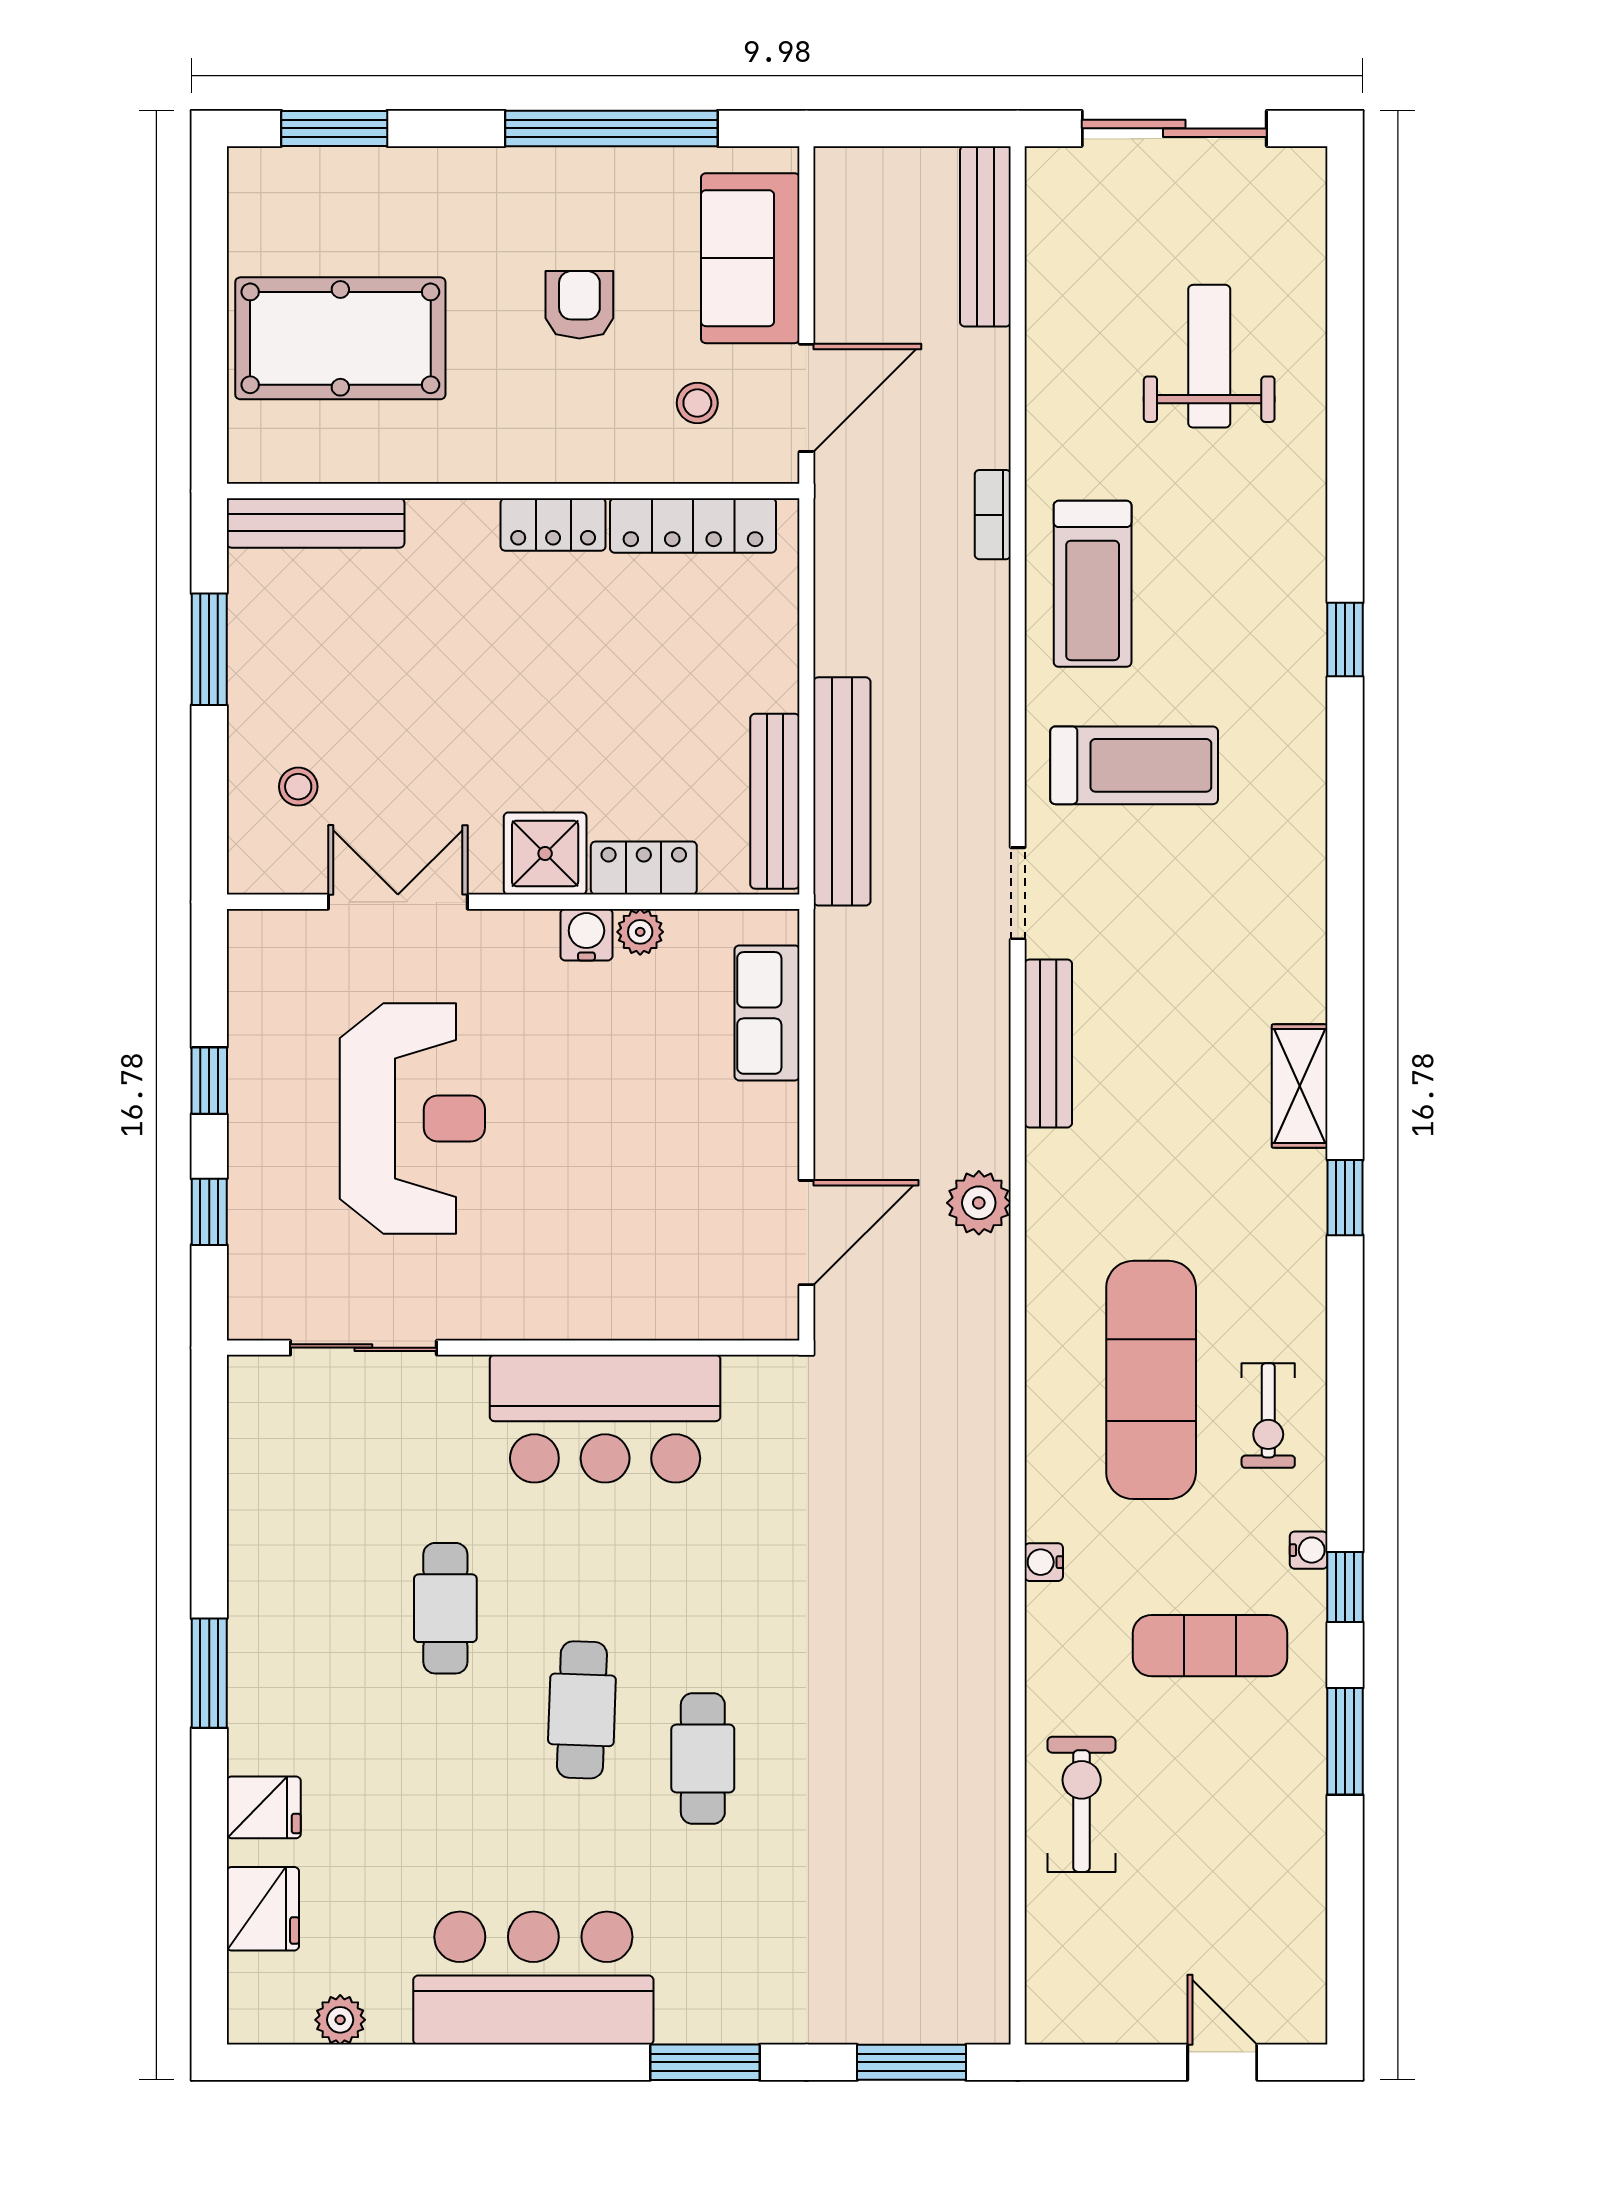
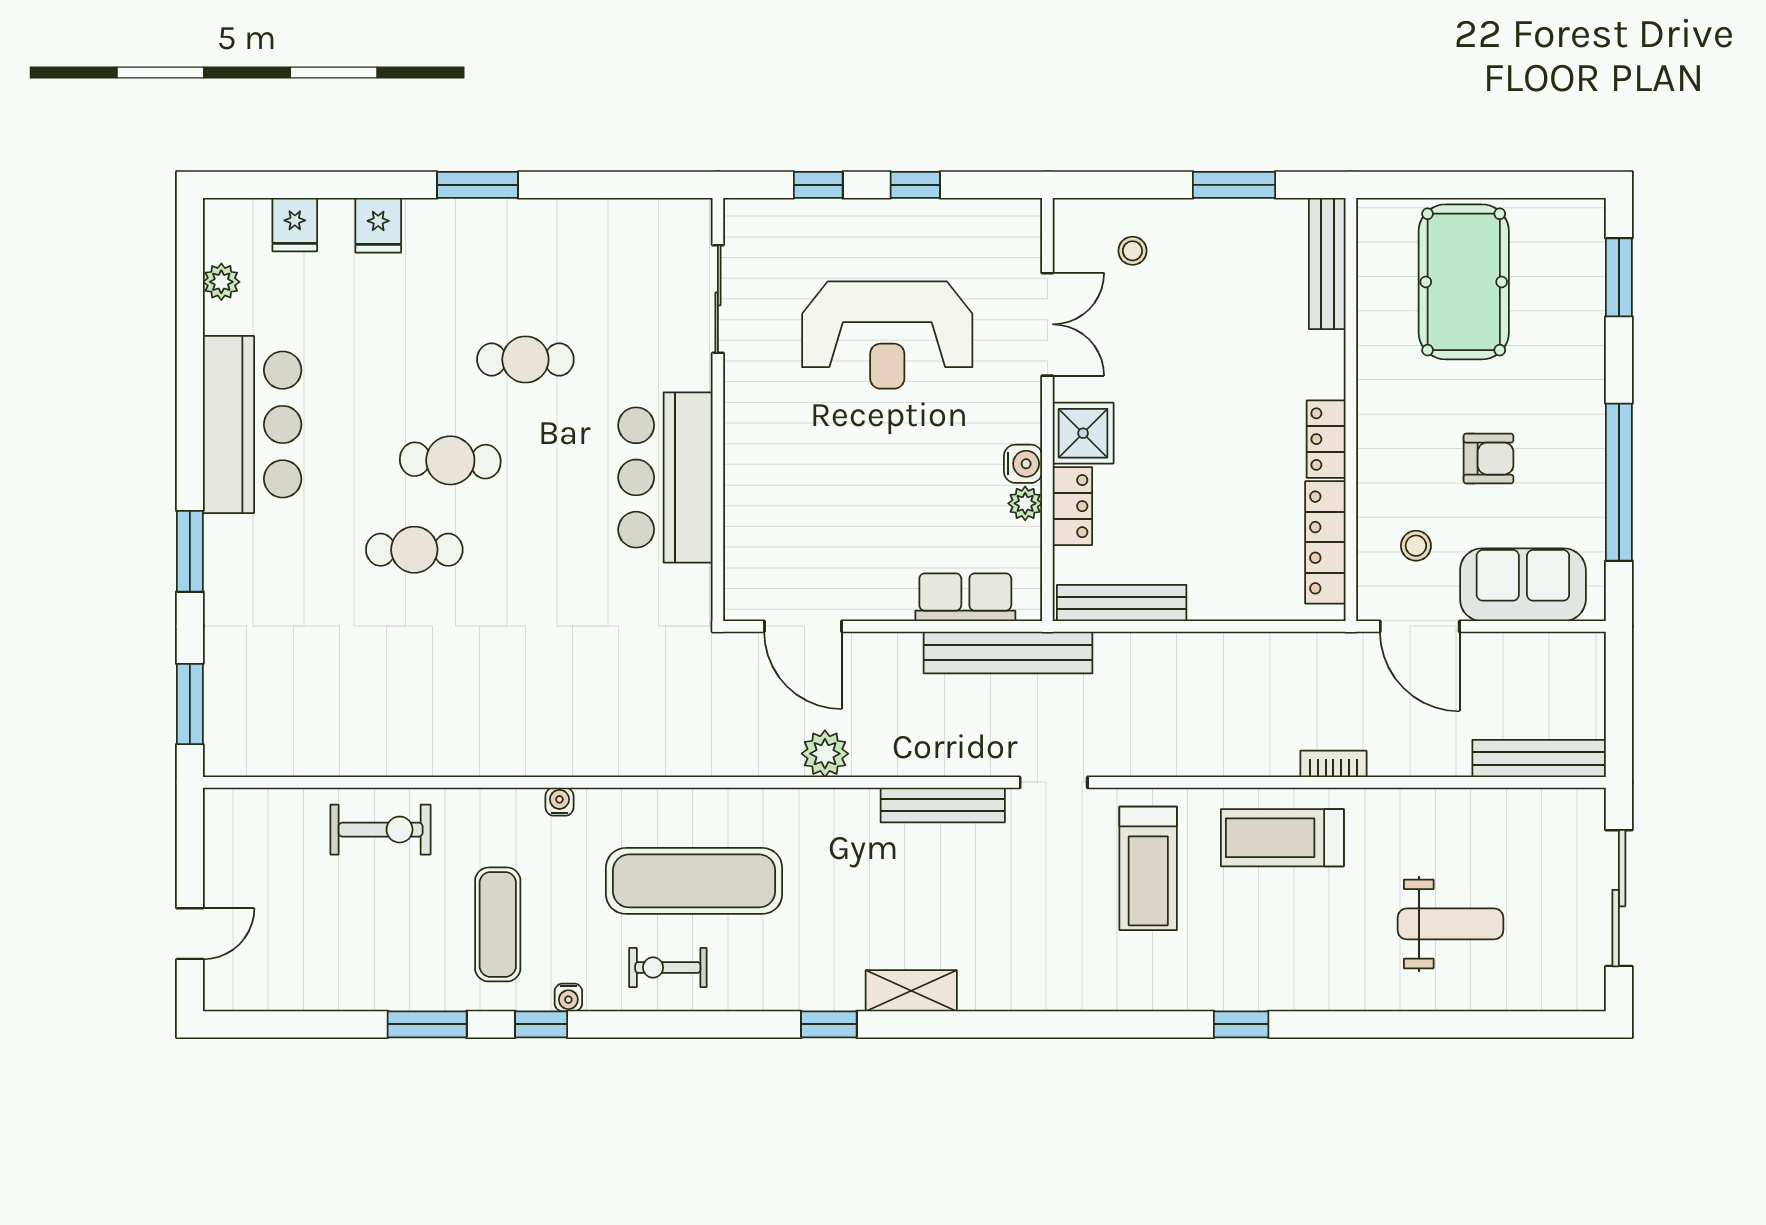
bench: (842, 791) -> (1008, 653), moved
fridge: (263, 1909) -> (295, 225), width x0.72

